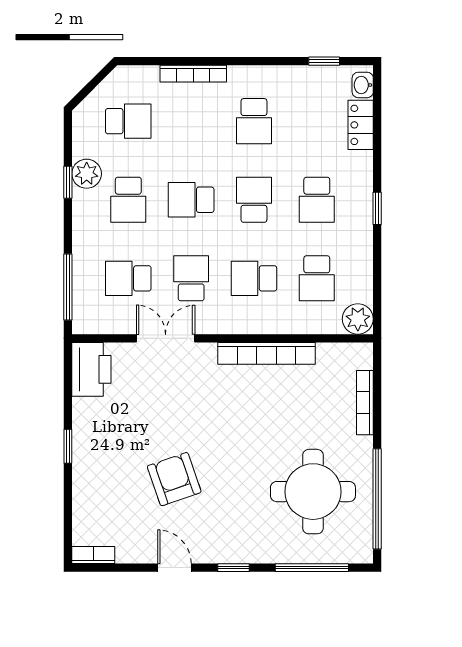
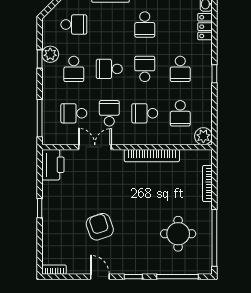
round table: (313, 492) -> (178, 234), width x0.73, depth x0.73

